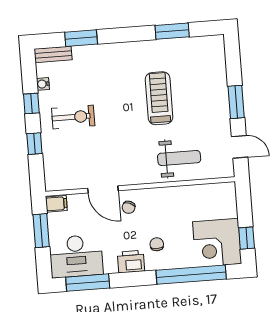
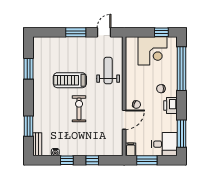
exercise bike: (73, 117) -> (79, 109), moved
corner desk: (217, 243) -> (153, 51), moved
desk: (76, 256) -> (164, 144), width x0.73

